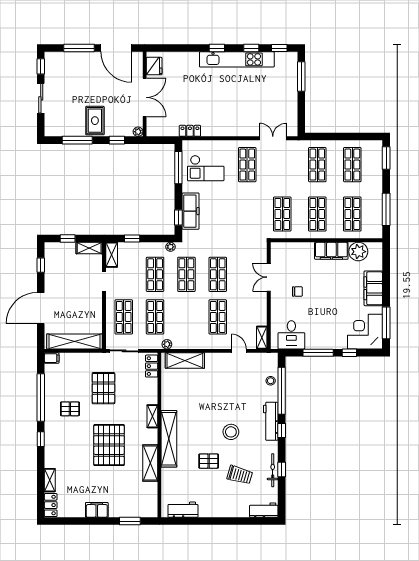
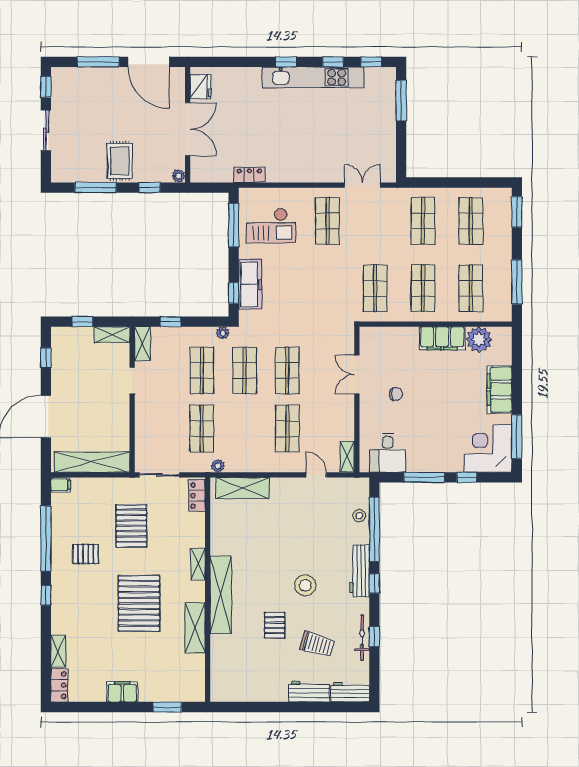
shop shelf: (124, 317) -> (159, 429), removed
pallet: (209, 461) -> (275, 625), turned 90
workbench: (183, 510) -> (309, 691), moved

